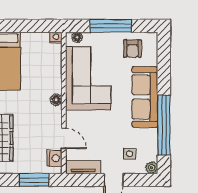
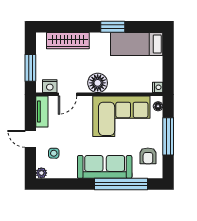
armchair: (133, 49) -> (148, 156), turned -90
floor lamp: (56, 100) -> (98, 83), width x1.89, depth x1.89
window: (164, 125) -> (121, 184), moved

